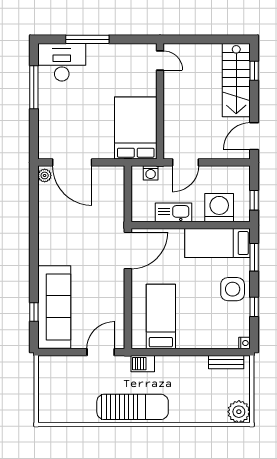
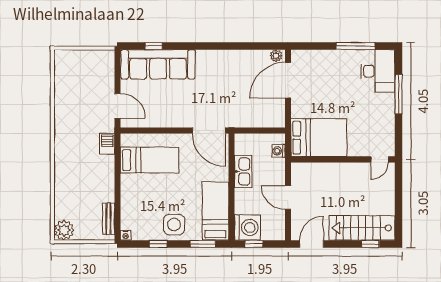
door: (254, 136) -> (312, 244), hinge flipped
door: (186, 162) -> (288, 197), moved
washing machine: (219, 208) -> (247, 227), moved
sun lounger: (133, 407) -> (68, 135), removed

